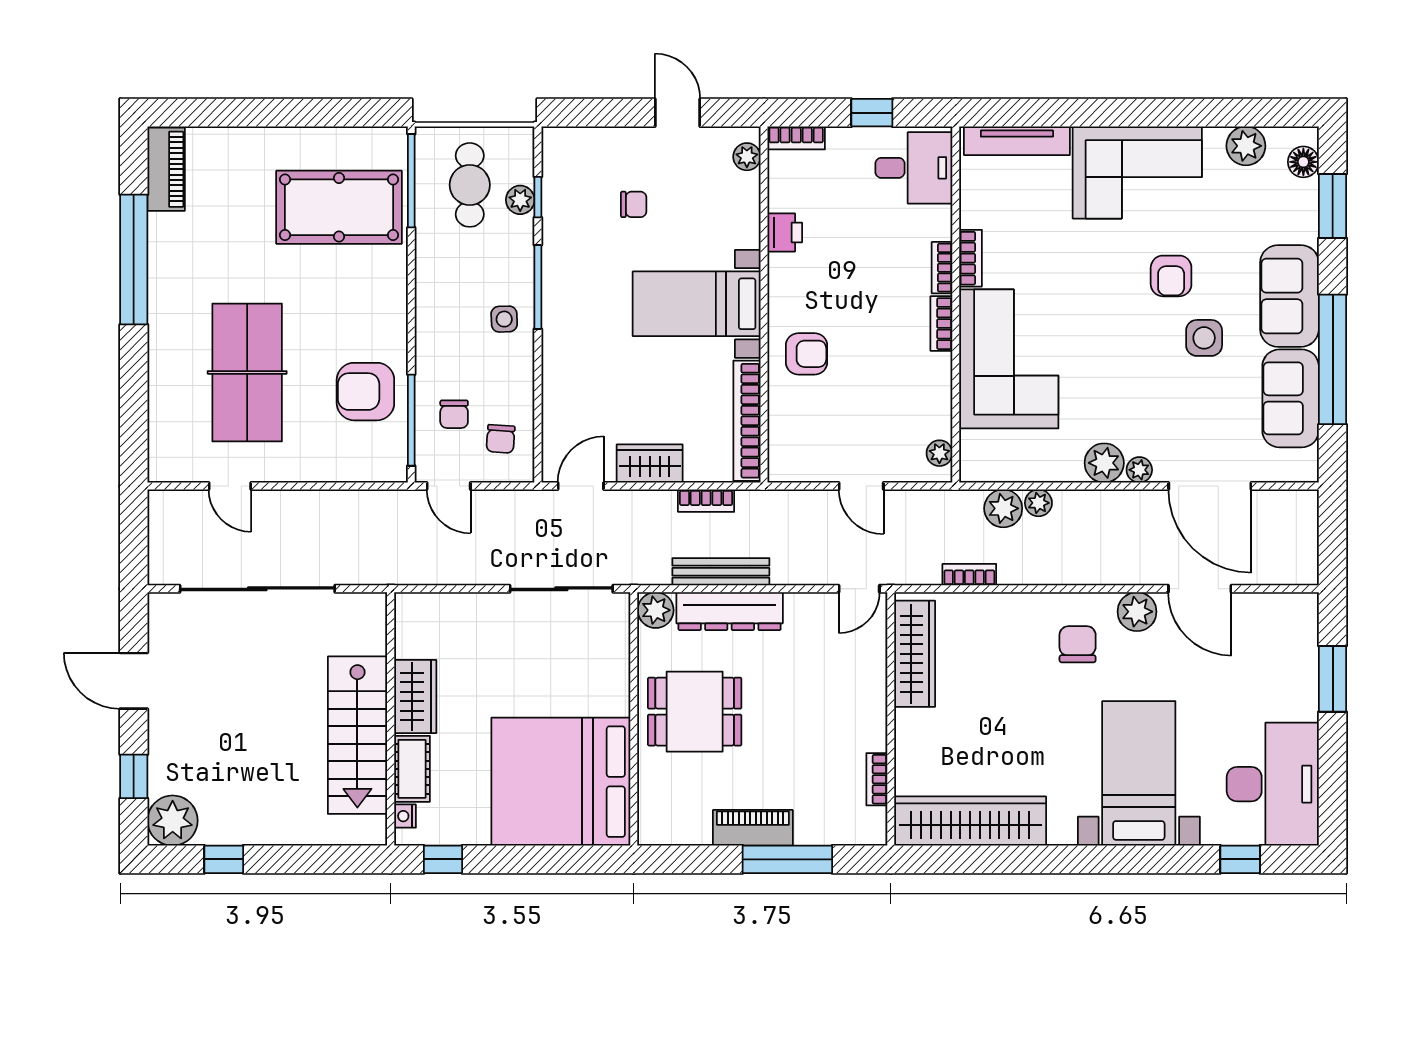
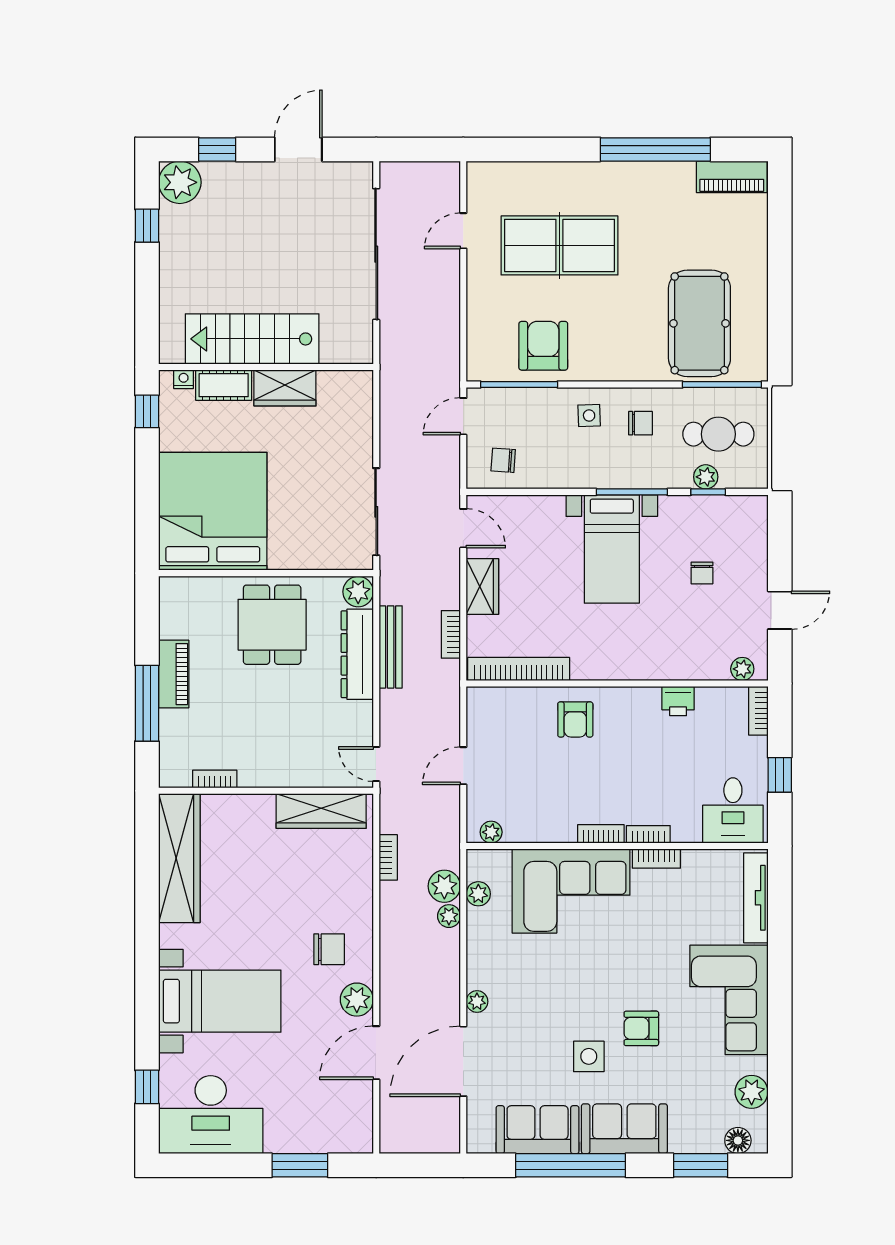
bed with nightstands: (697, 304) -> (612, 549), moved, turned 180
side table: (504, 319) -> (589, 416), moved
chair: (454, 414) -> (641, 423), moved, turned 180
plant: (1104, 463) -> (478, 894), moved, width x0.73, depth x0.73

